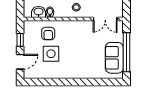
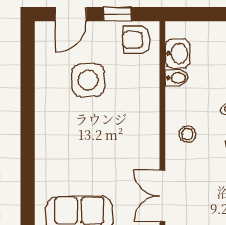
armchair: (48, 34) -> (136, 40), moved
door: (20, 62) -> (71, 14), hinge flipped

